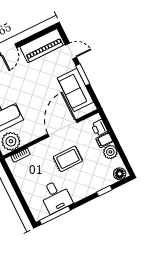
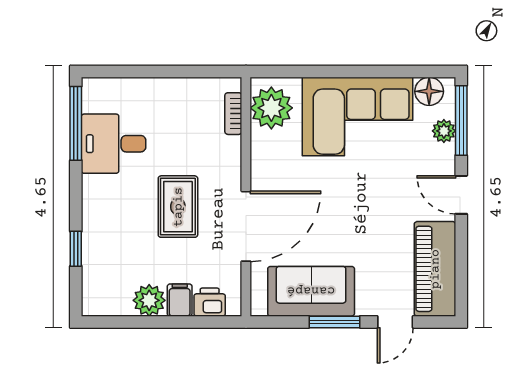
door: (62, 128) -> (246, 226), hinge flipped
floor lamp: (120, 174) -> (95, 297), removed

